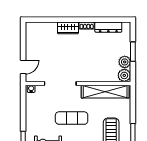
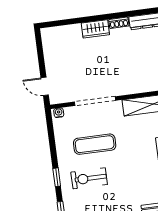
door: (23, 67) -> (45, 86), swing flipped
exercise mat: (72, 118) -> (95, 144), moved

